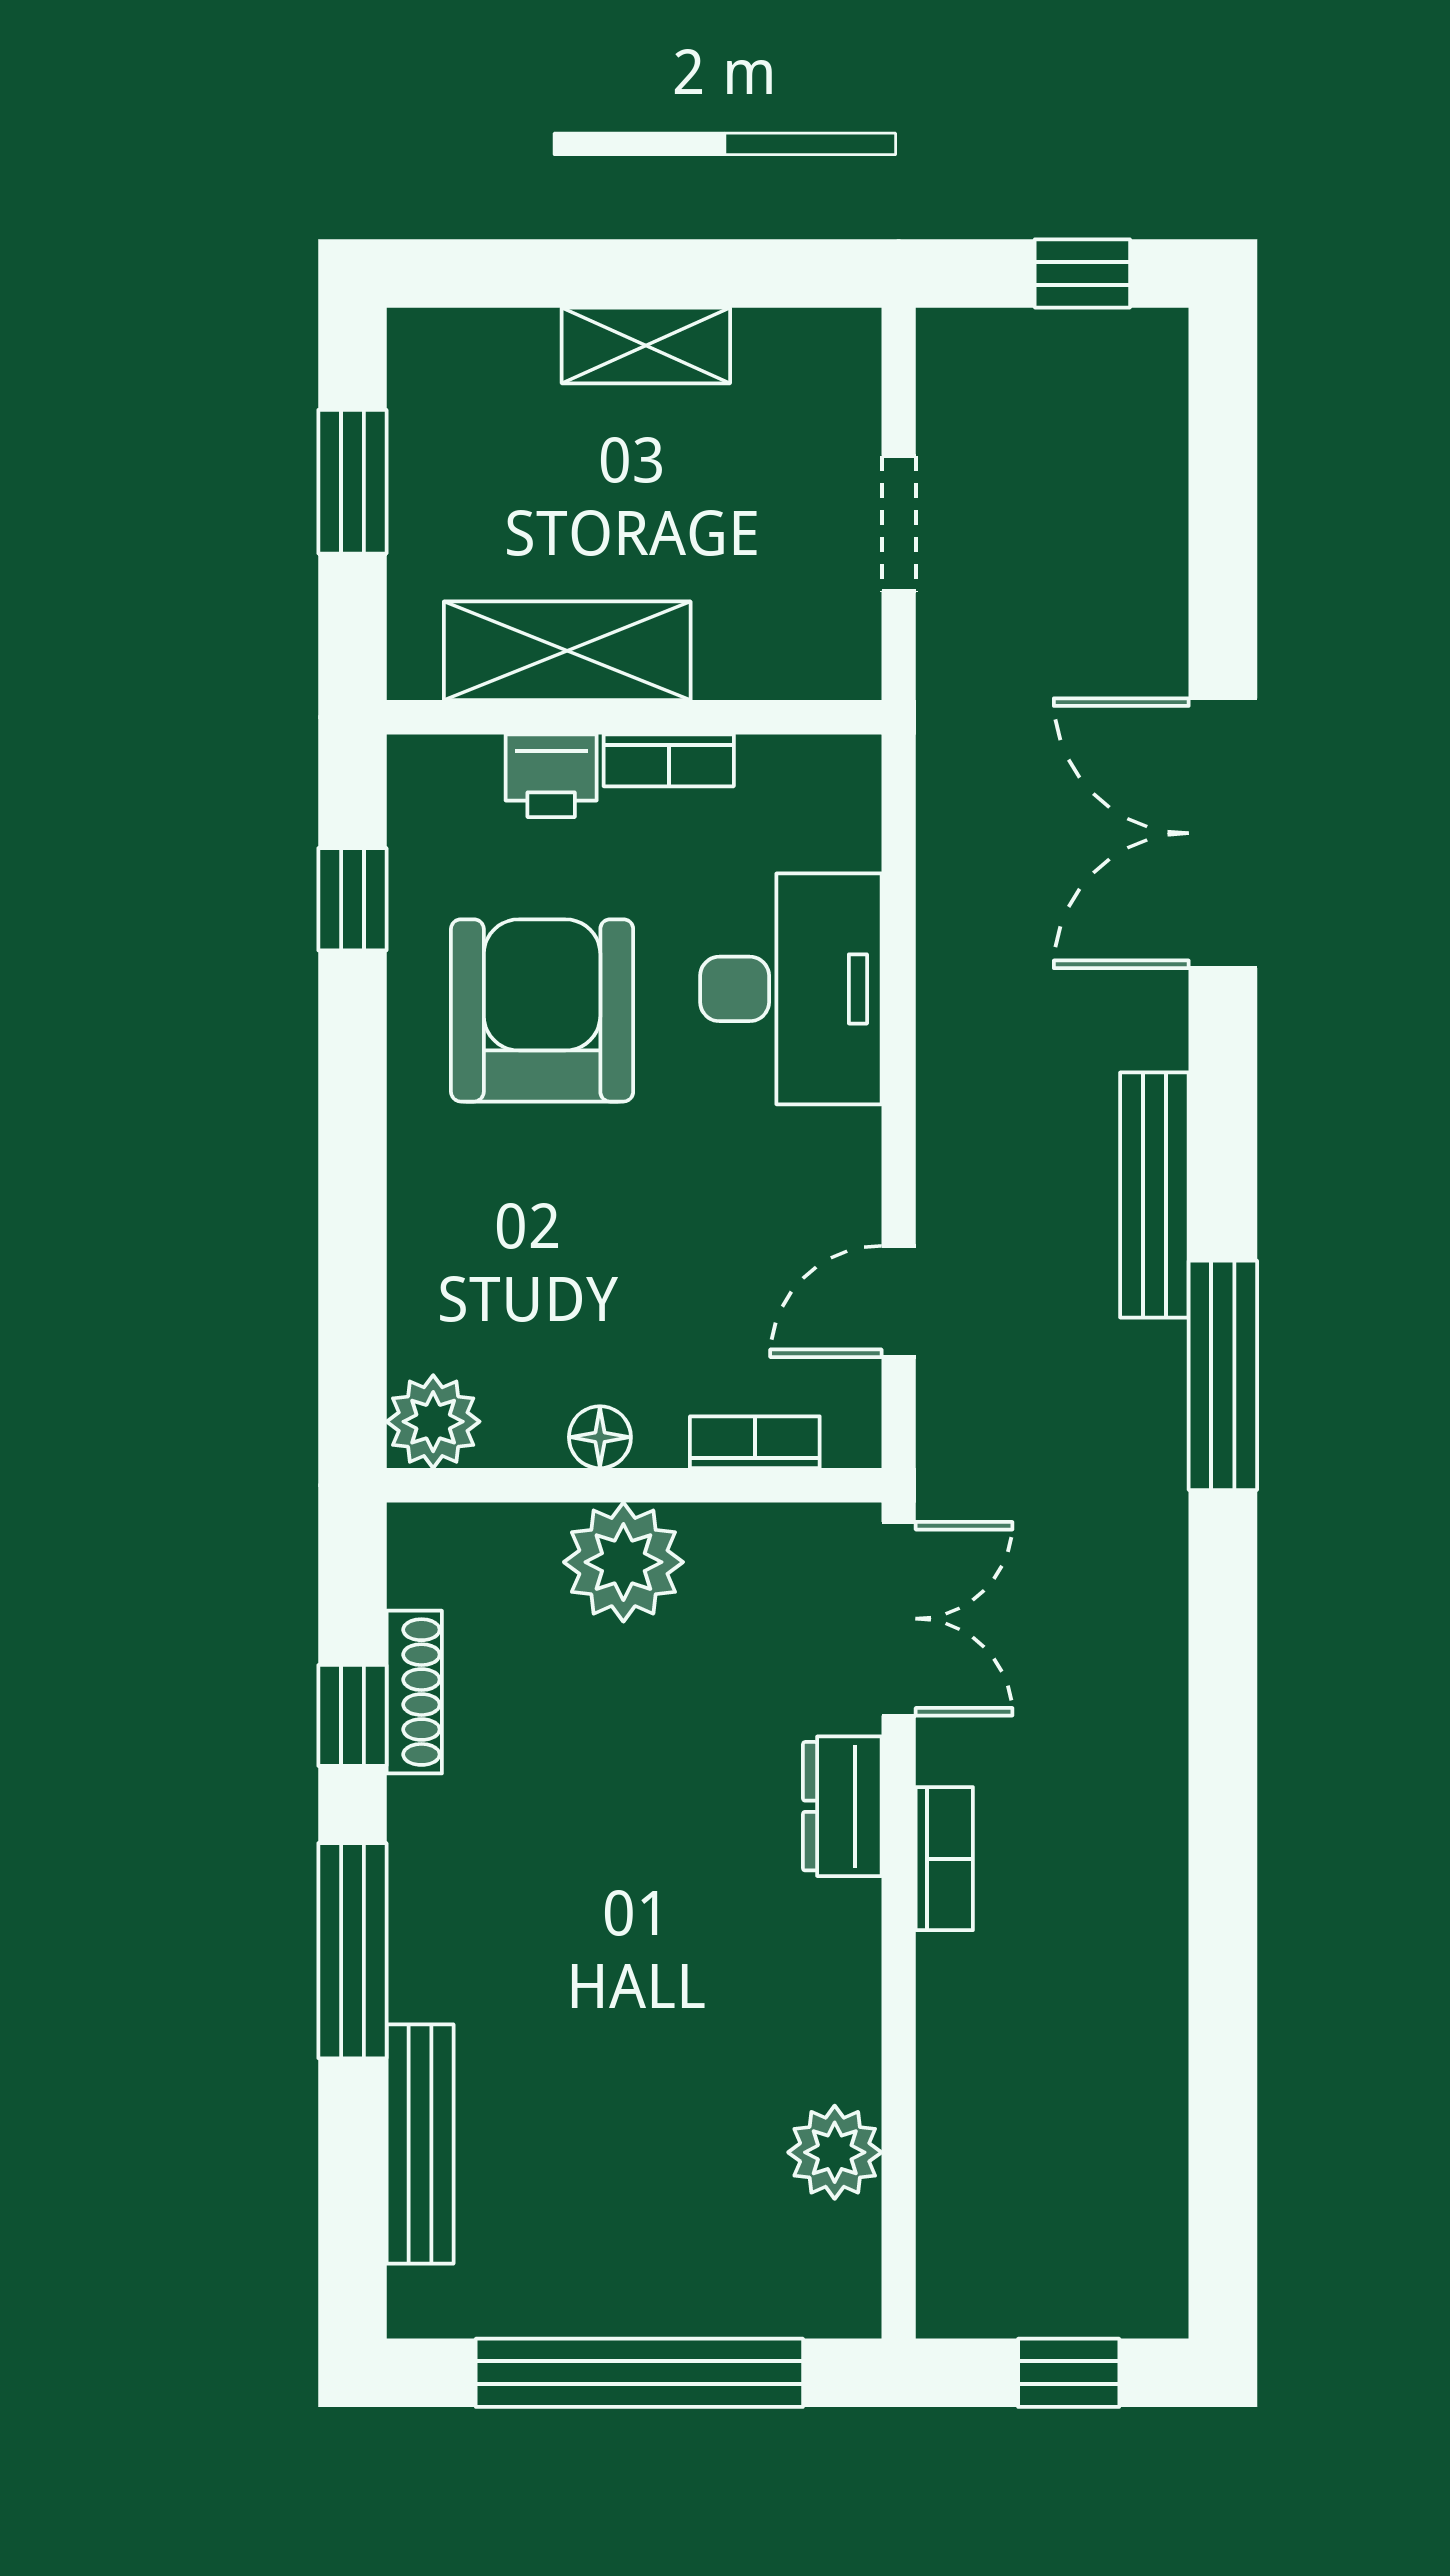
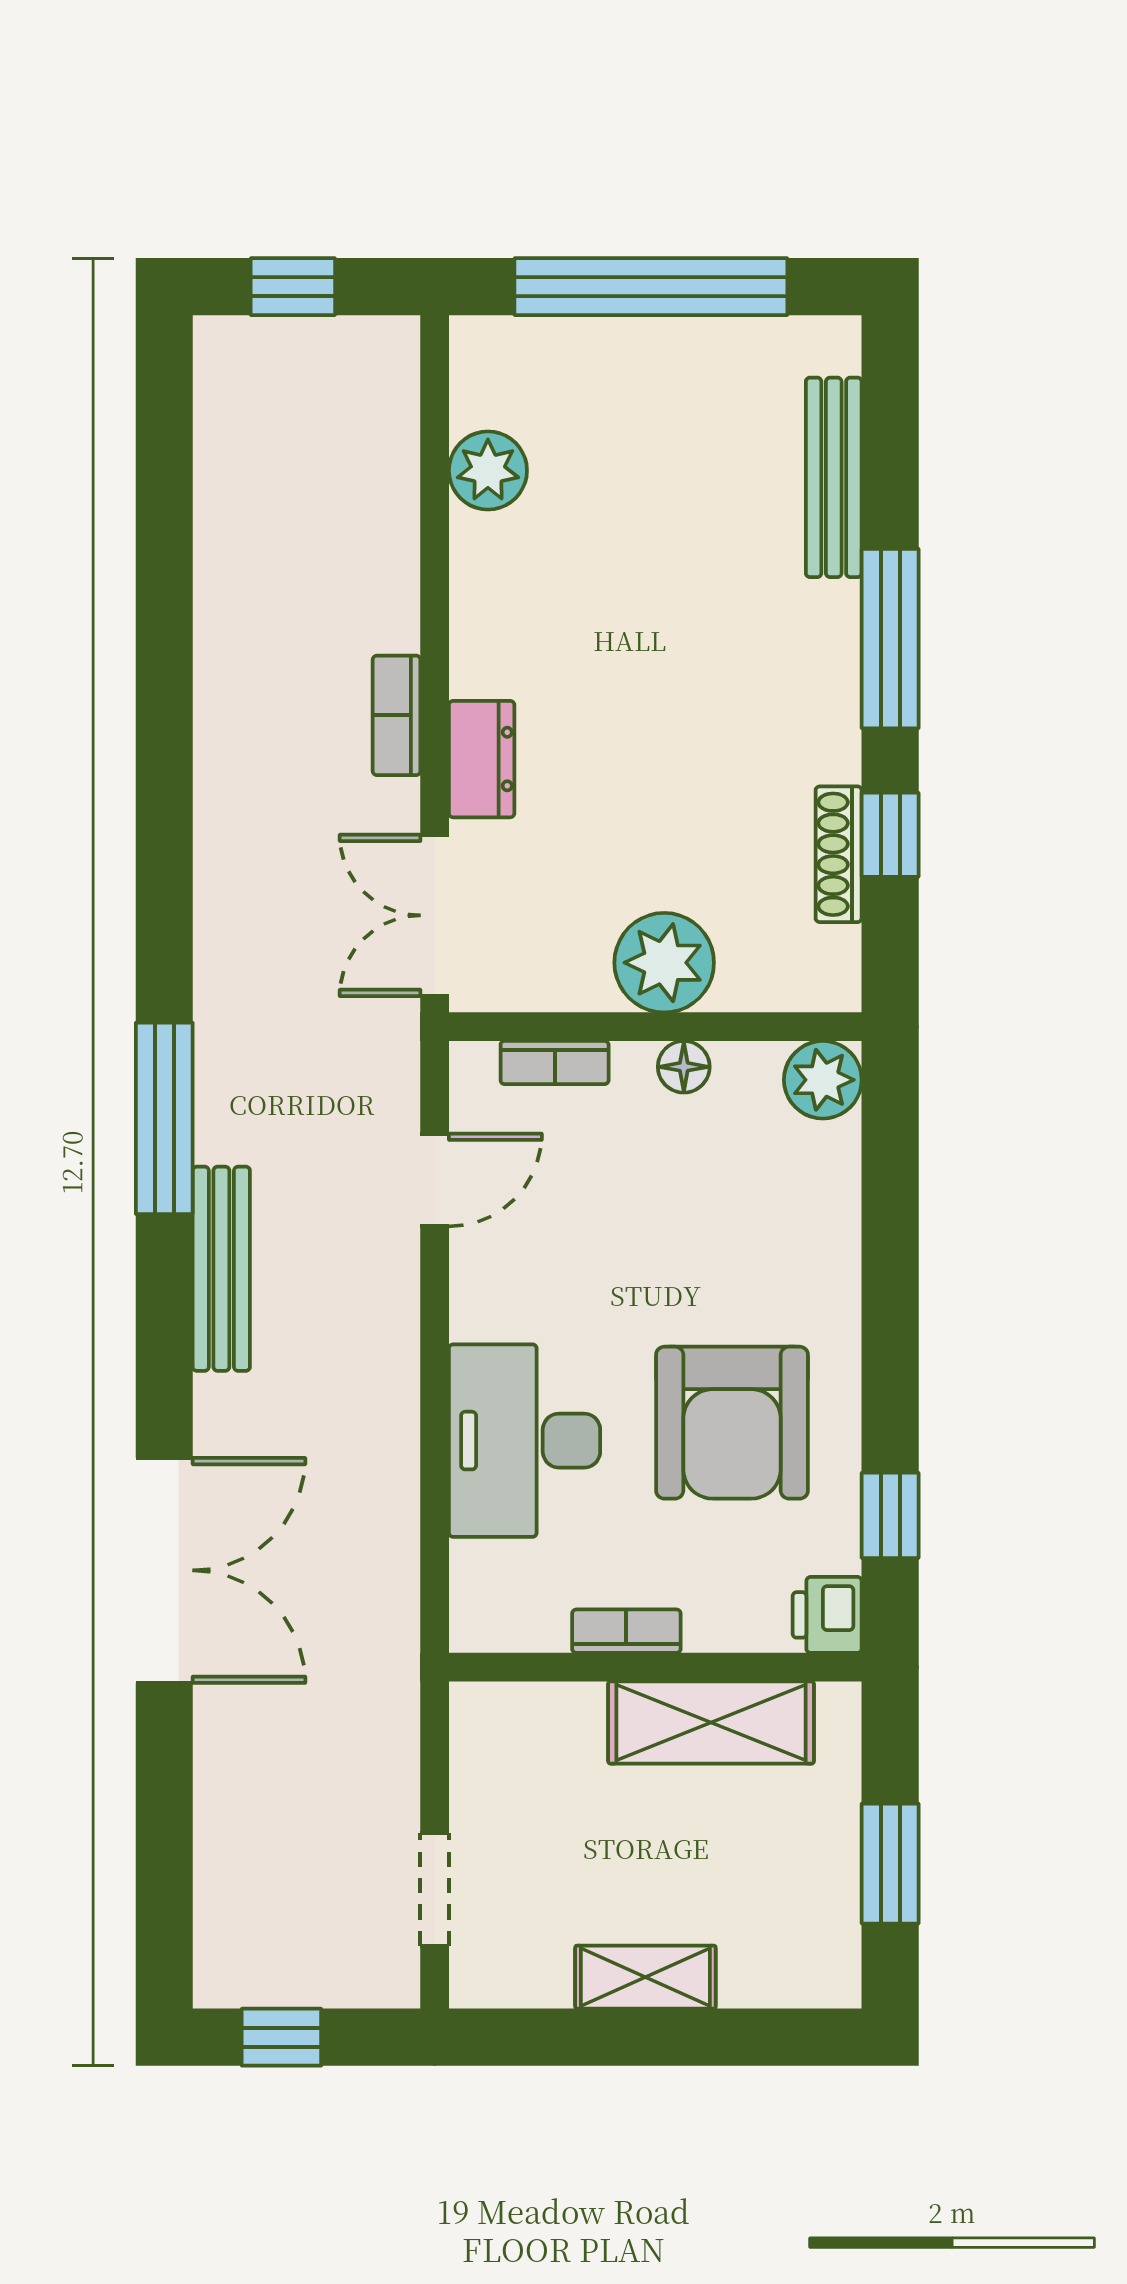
doorway: (899, 523) -> (435, 1890), moved
printer: (551, 776) -> (827, 1615), moved, turned -90

